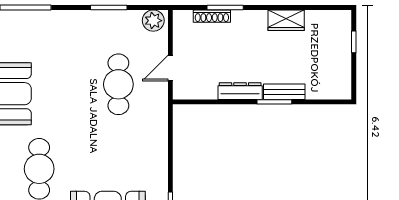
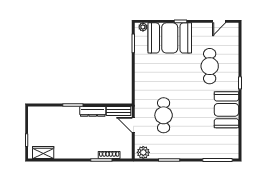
wardrobe: (286, 20) -> (43, 153), moved
door: (170, 68) -> (133, 125), swing flipped
bench: (284, 92) -> (118, 111), moved

